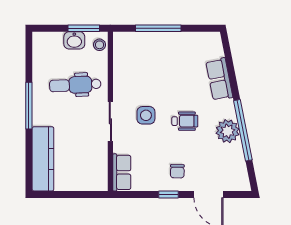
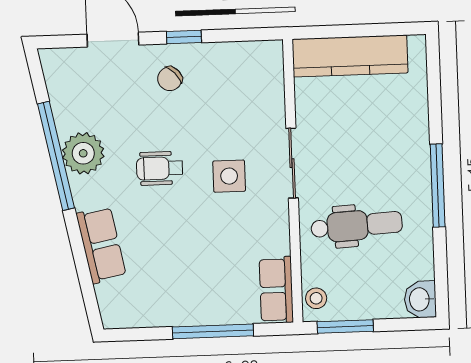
washbasin: (74, 40) -> (420, 299), moved, turned -90
kitchen counter: (43, 159) -> (350, 56), moved, turned -90
chair: (177, 171) -> (170, 79), turned -134
row of seats: (122, 172) -> (276, 290), moved

